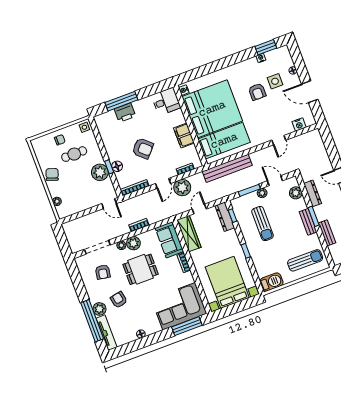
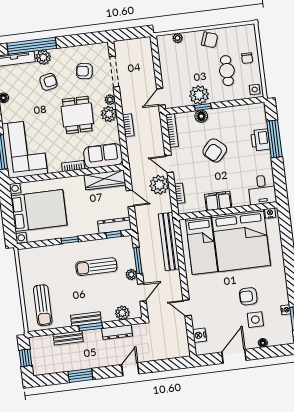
barbecue: (271, 282) -> (27, 261), removed

